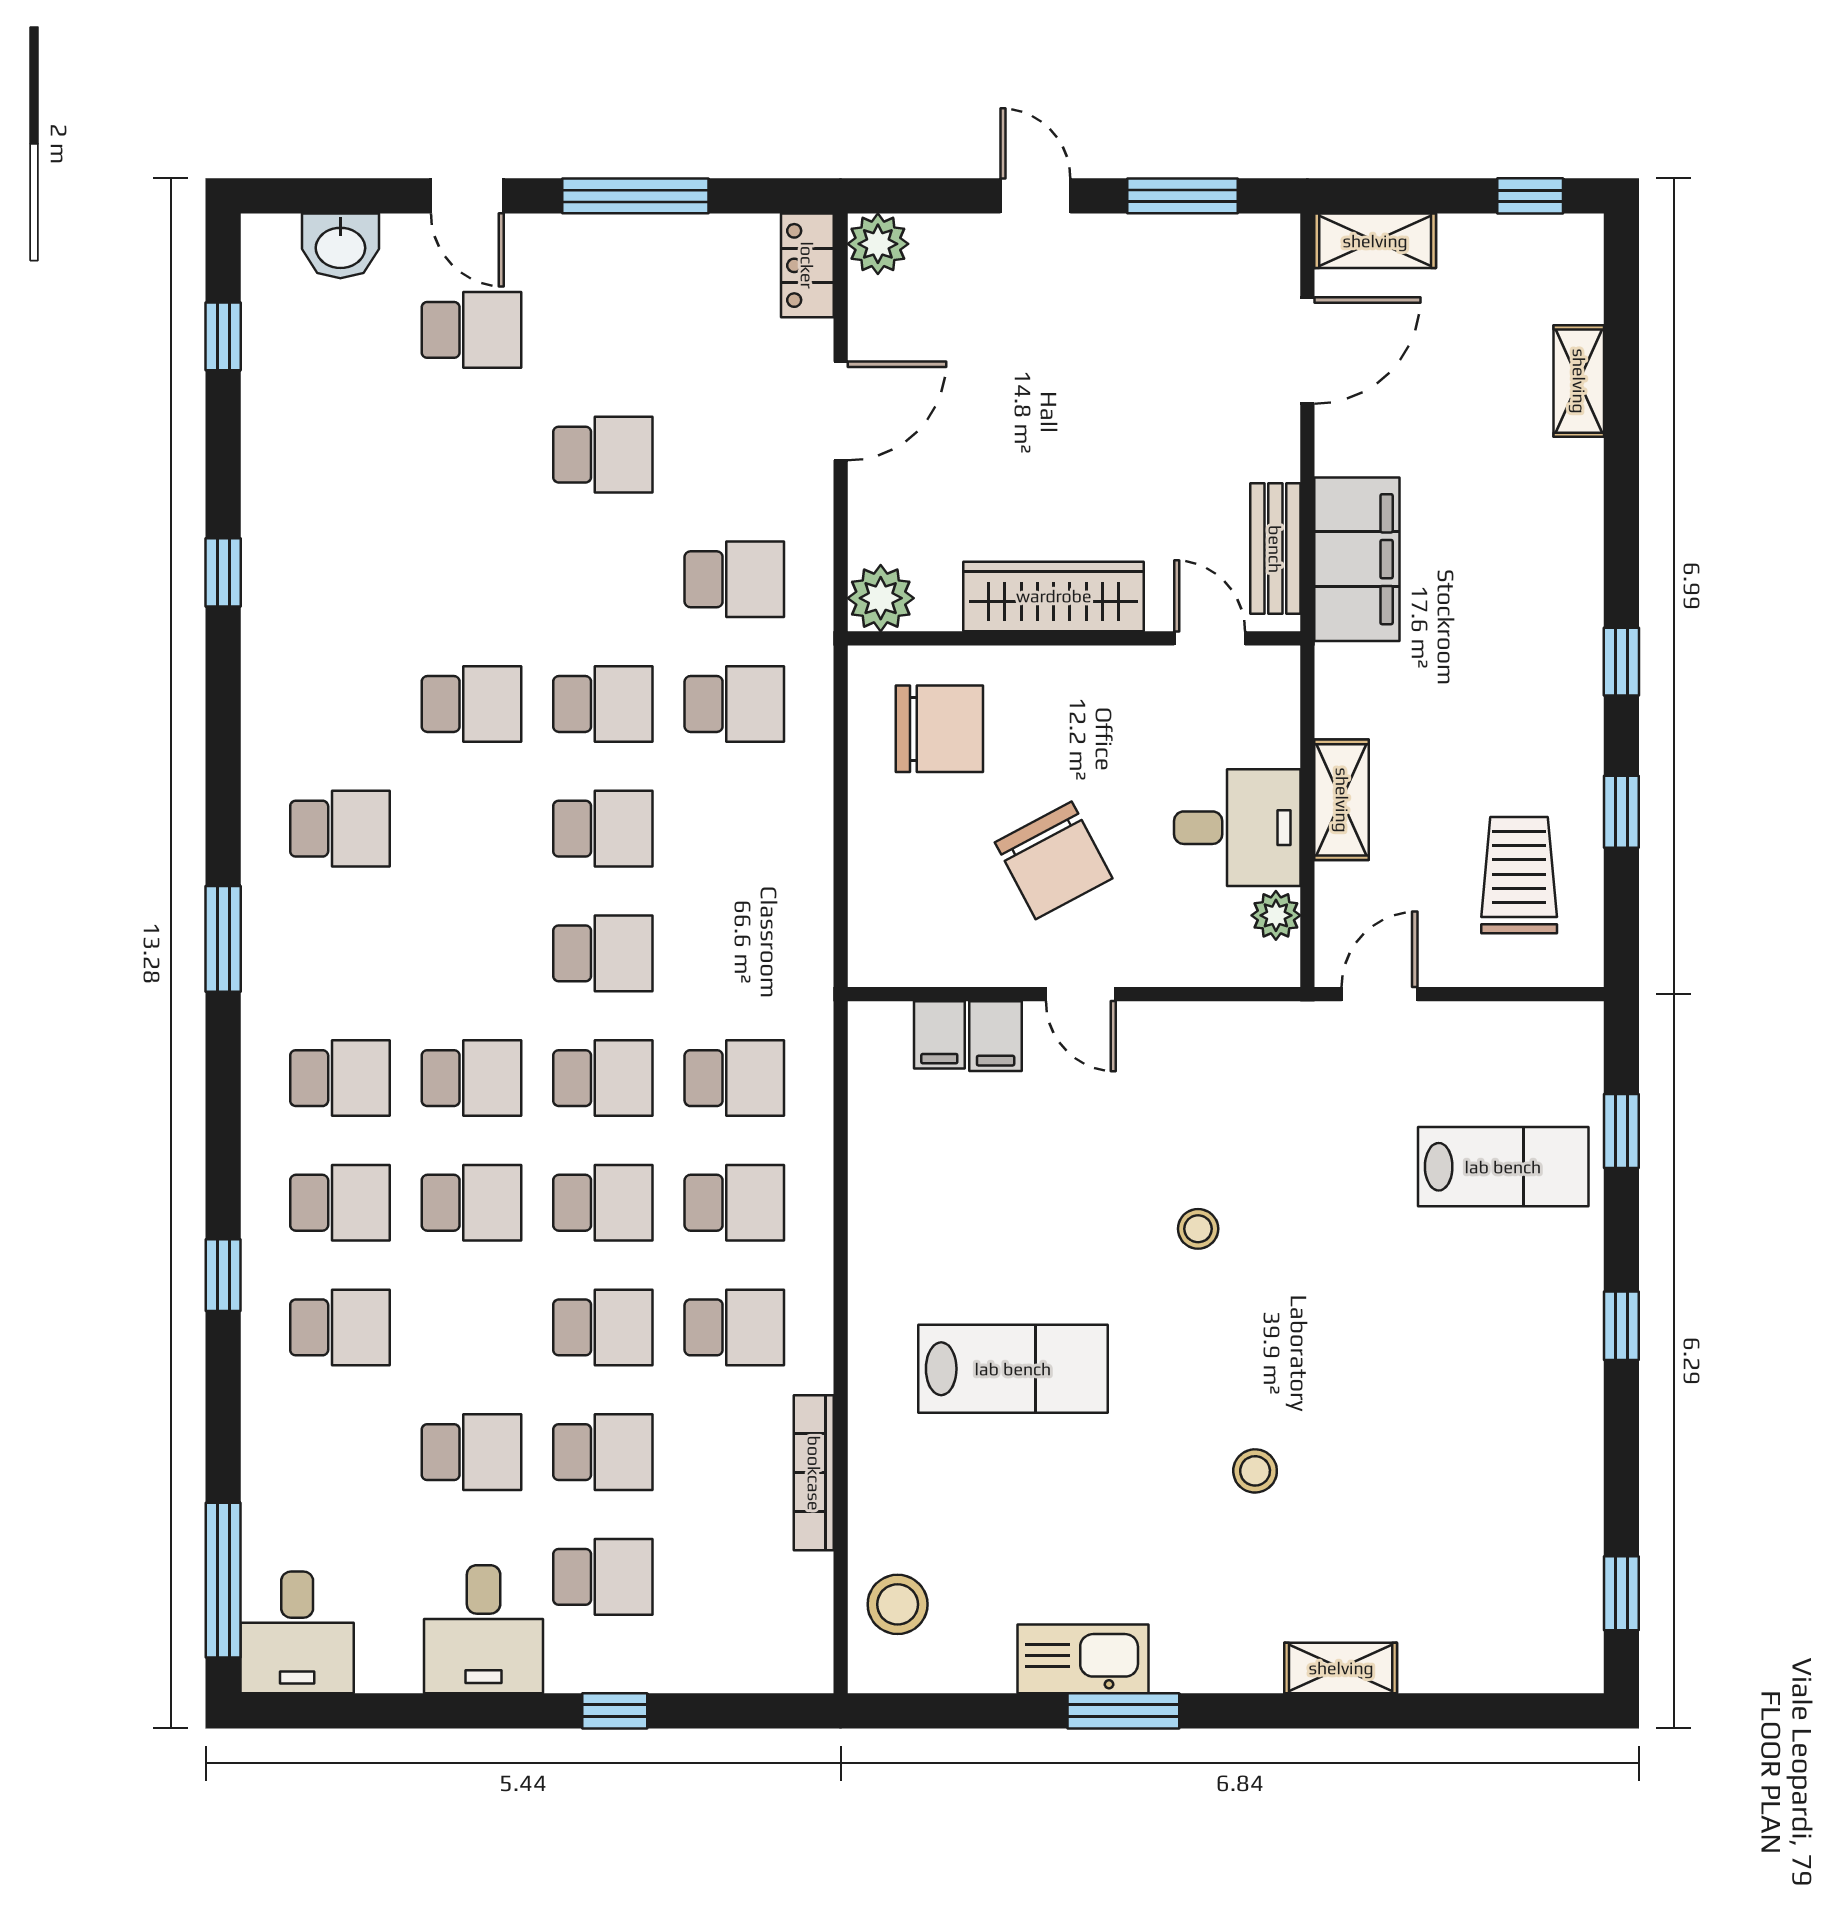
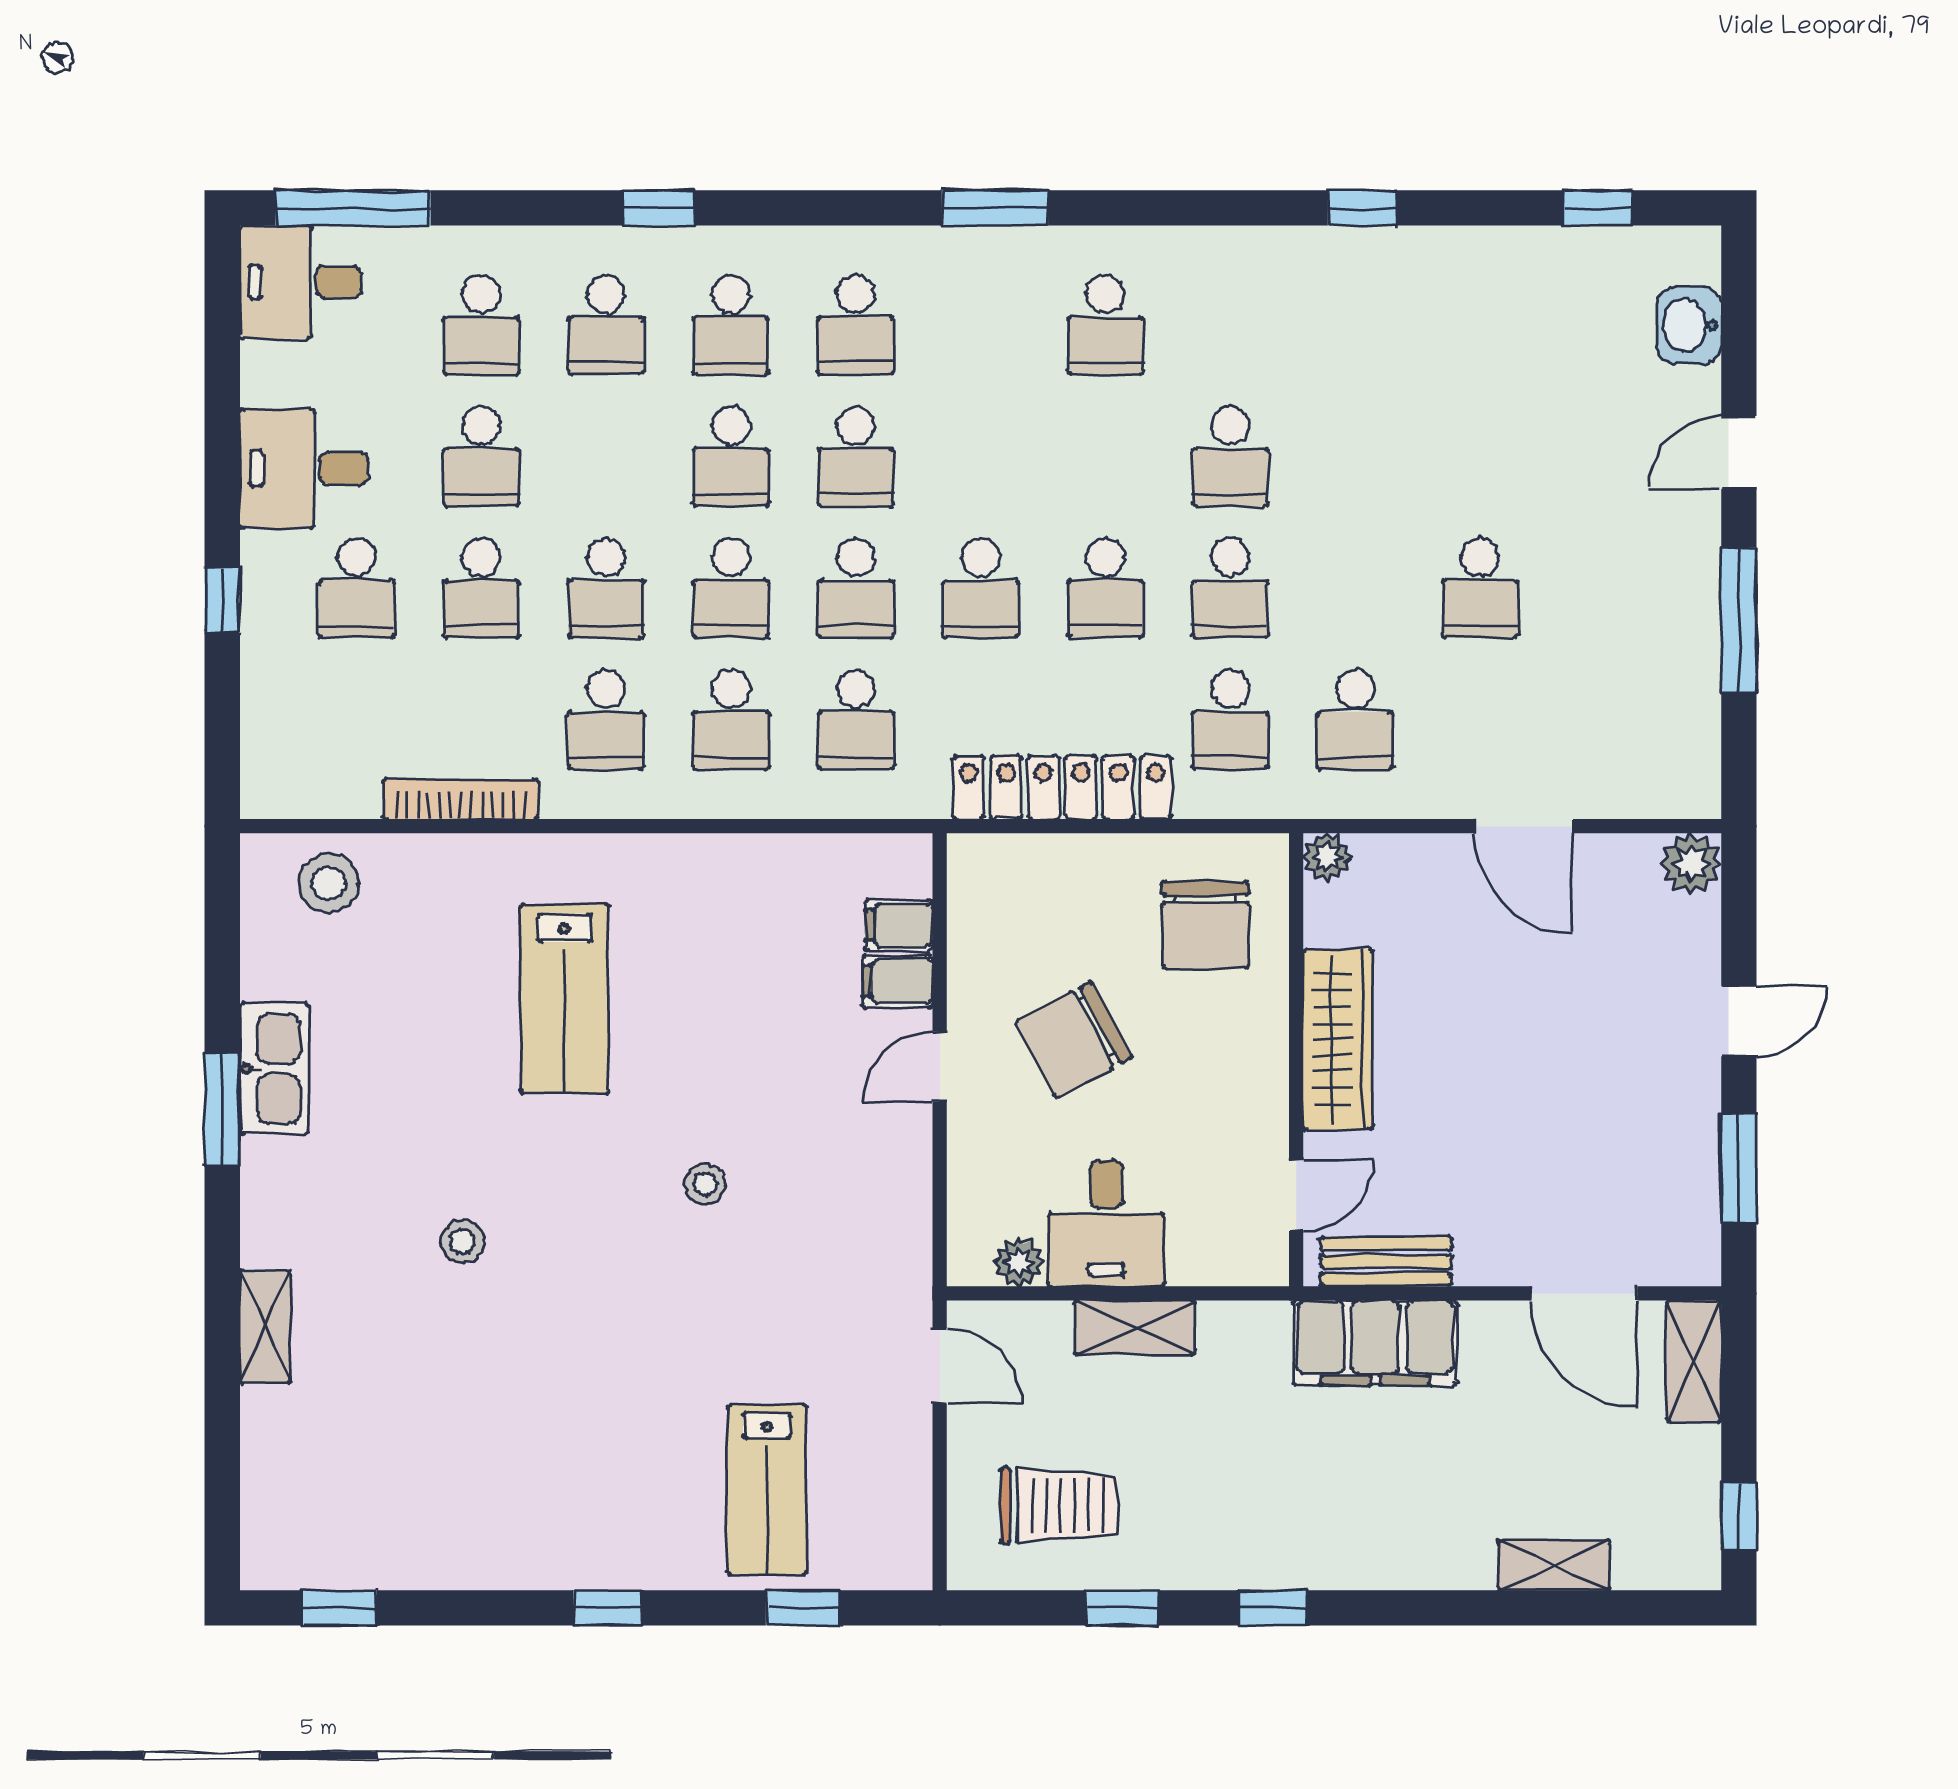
locker: (807, 265) -> (1062, 787), moved, width x2.16, depth x1.21
school desk: (471, 330) -> (481, 325), moved
plant: (881, 598) -> (1327, 857), width x0.73, depth x0.73

